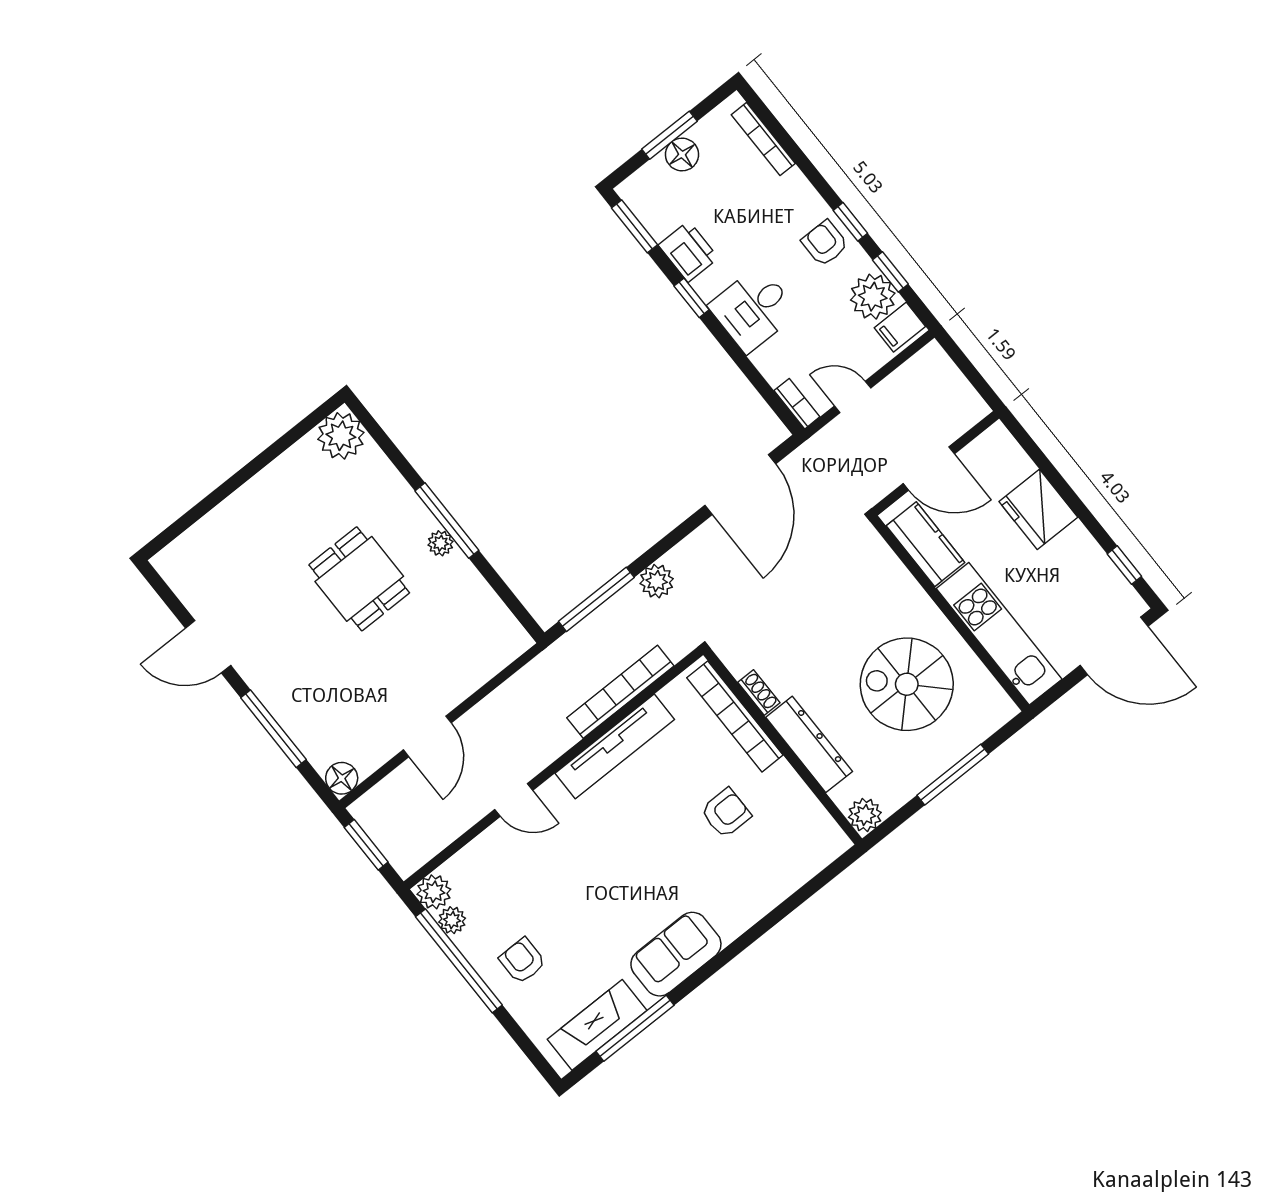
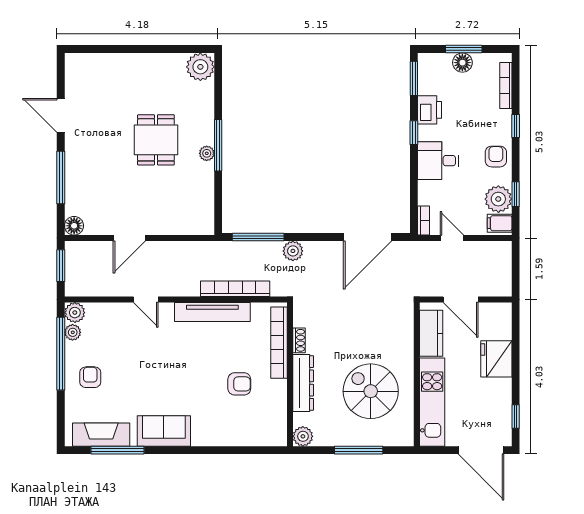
window: (850, 222) -> (516, 126), moved

